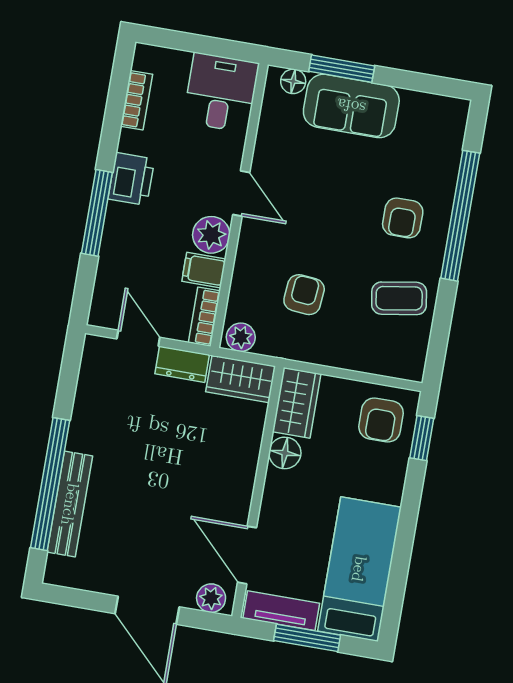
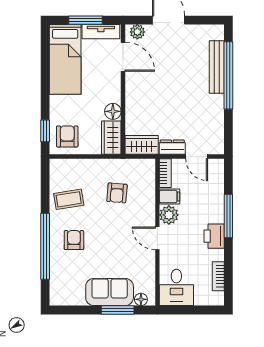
plant: (241, 337) -> (145, 166), removed

